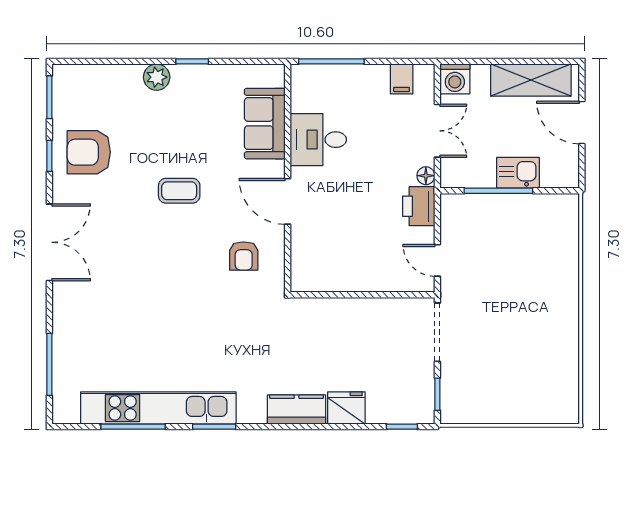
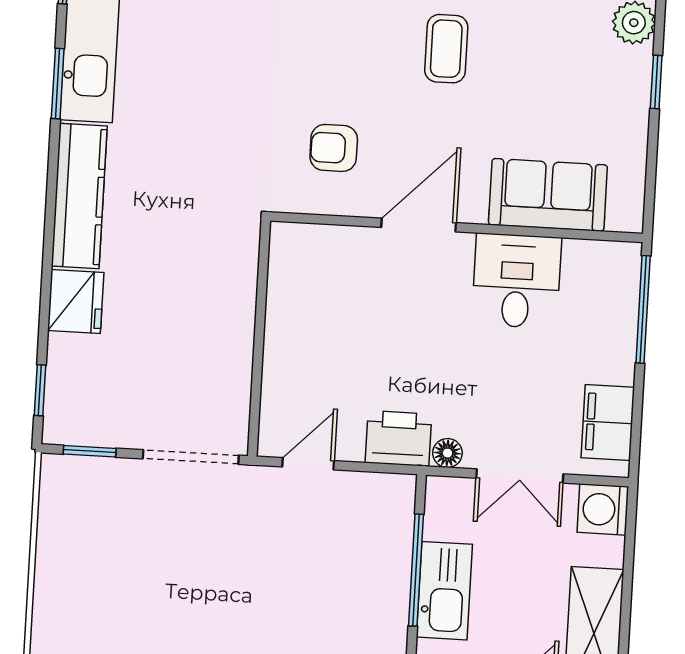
filing cabinet: (402, 79) -> (608, 422), width x2.00
kitchen sink: (518, 173) -> (444, 591), width x1.38
kitchen counter: (297, 410) -> (79, 196), width x1.50

